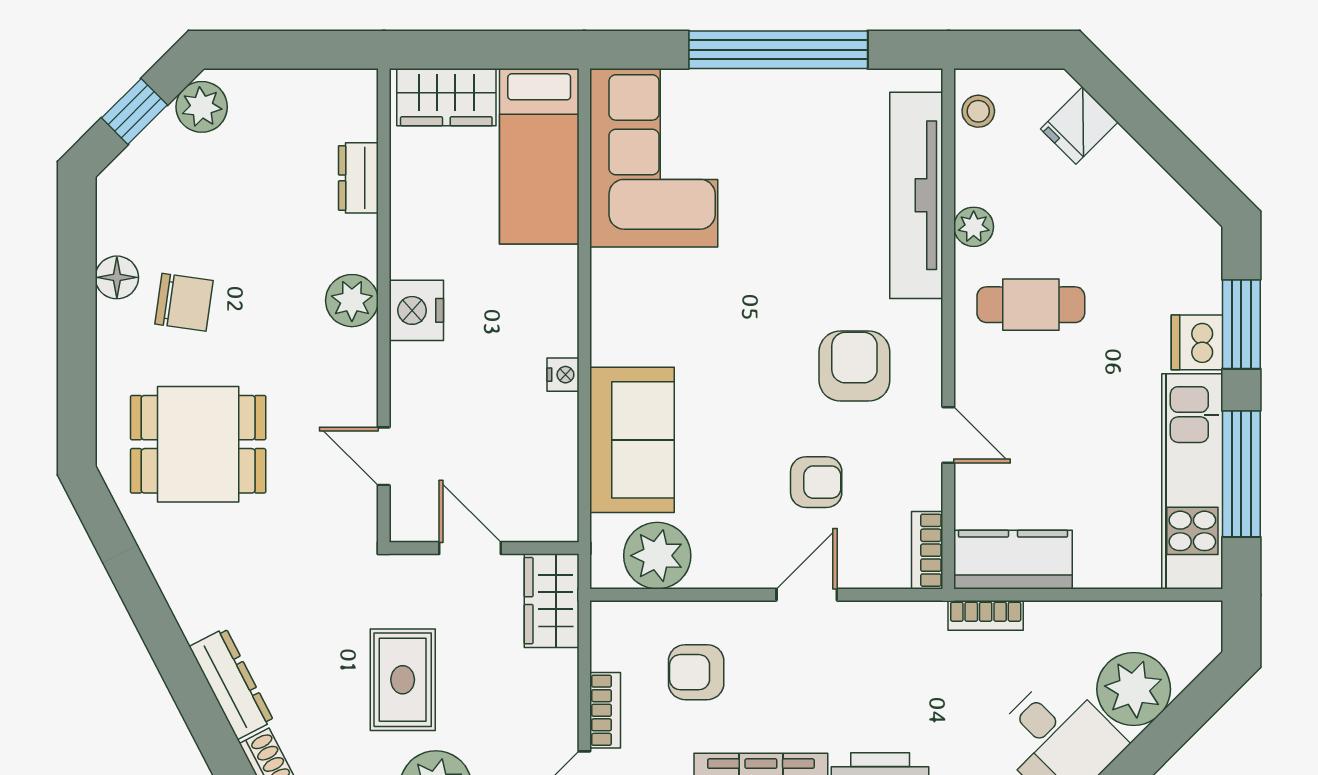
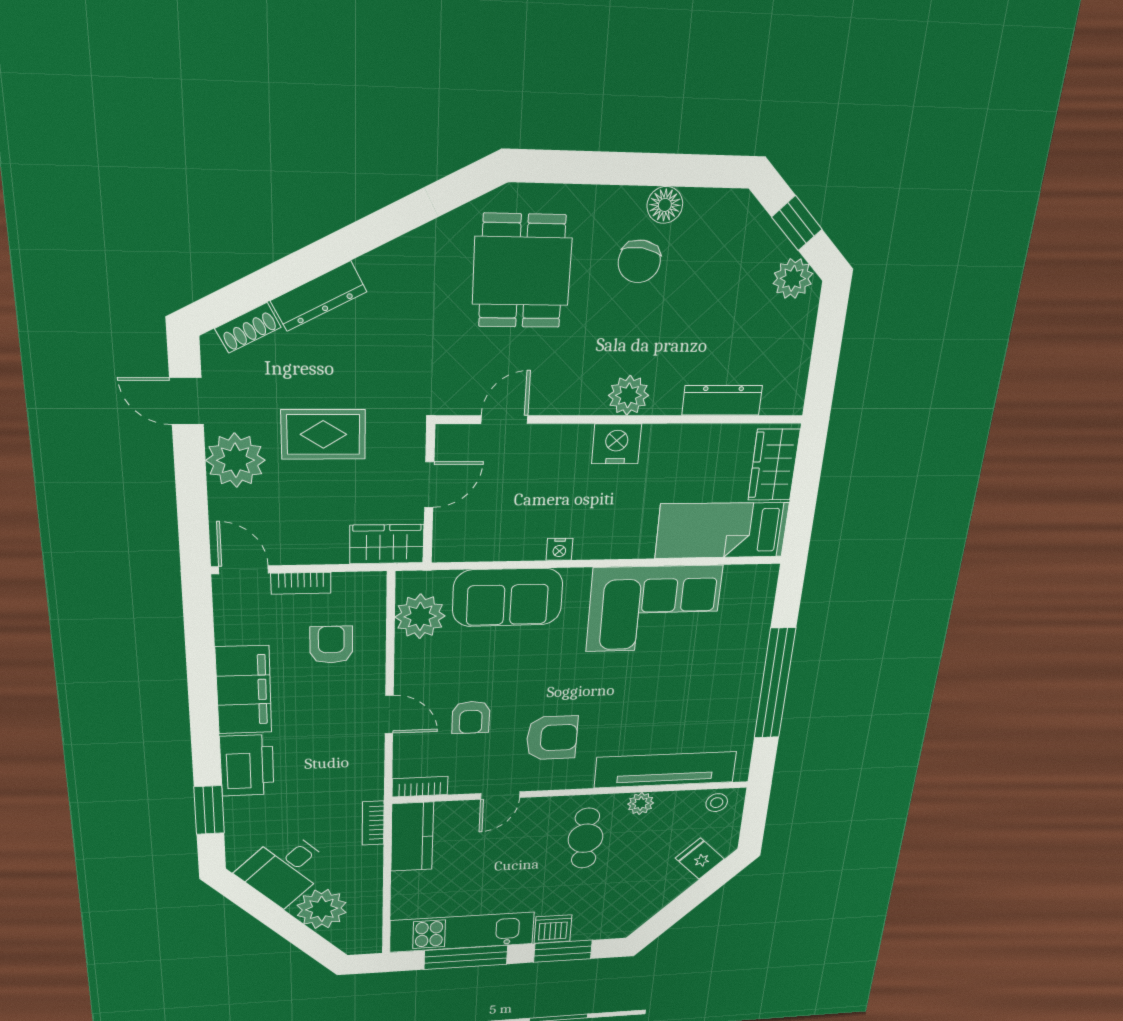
corner sofa: (654, 158) -> (654, 609), moved
dresser: (358, 178) -> (722, 400), width x1.44

